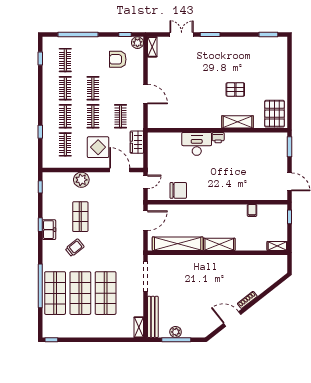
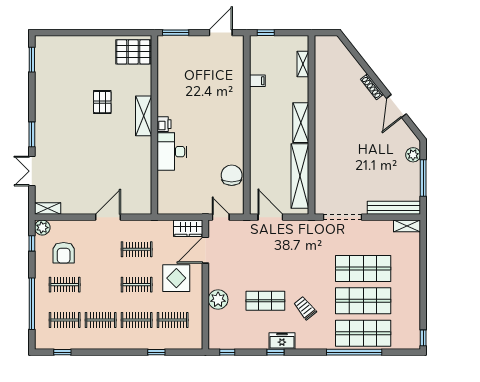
clothes rail: (93, 88) -> (65, 285), moved
shelving: (238, 122) -> (144, 116), moved
wardrobe: (137, 142) -> (188, 228), moved
shelving: (277, 246) -> (303, 64), moved
plant: (176, 332) -> (413, 155), moved

